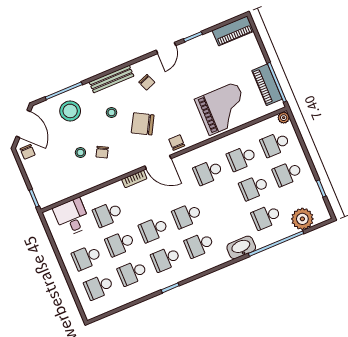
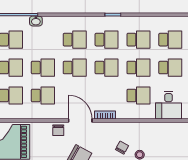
school desk: (220, 201) -> (43, 68), added
washbasin: (241, 247) -> (36, 21), width x0.52, depth x0.69

